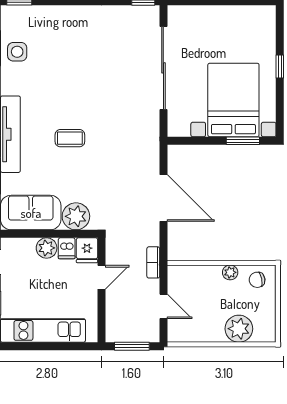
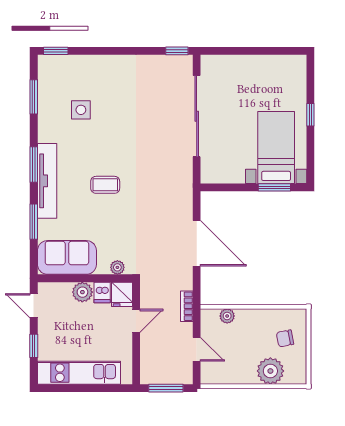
side table: (17, 52) -> (81, 110), moved
bed with nightstands: (233, 100) -> (276, 147), width x0.73
plant: (76, 216) -> (117, 267), width x0.53, depth x0.53
plant: (230, 272) -> (227, 316), moved
chair: (257, 280) -> (285, 338), moved

